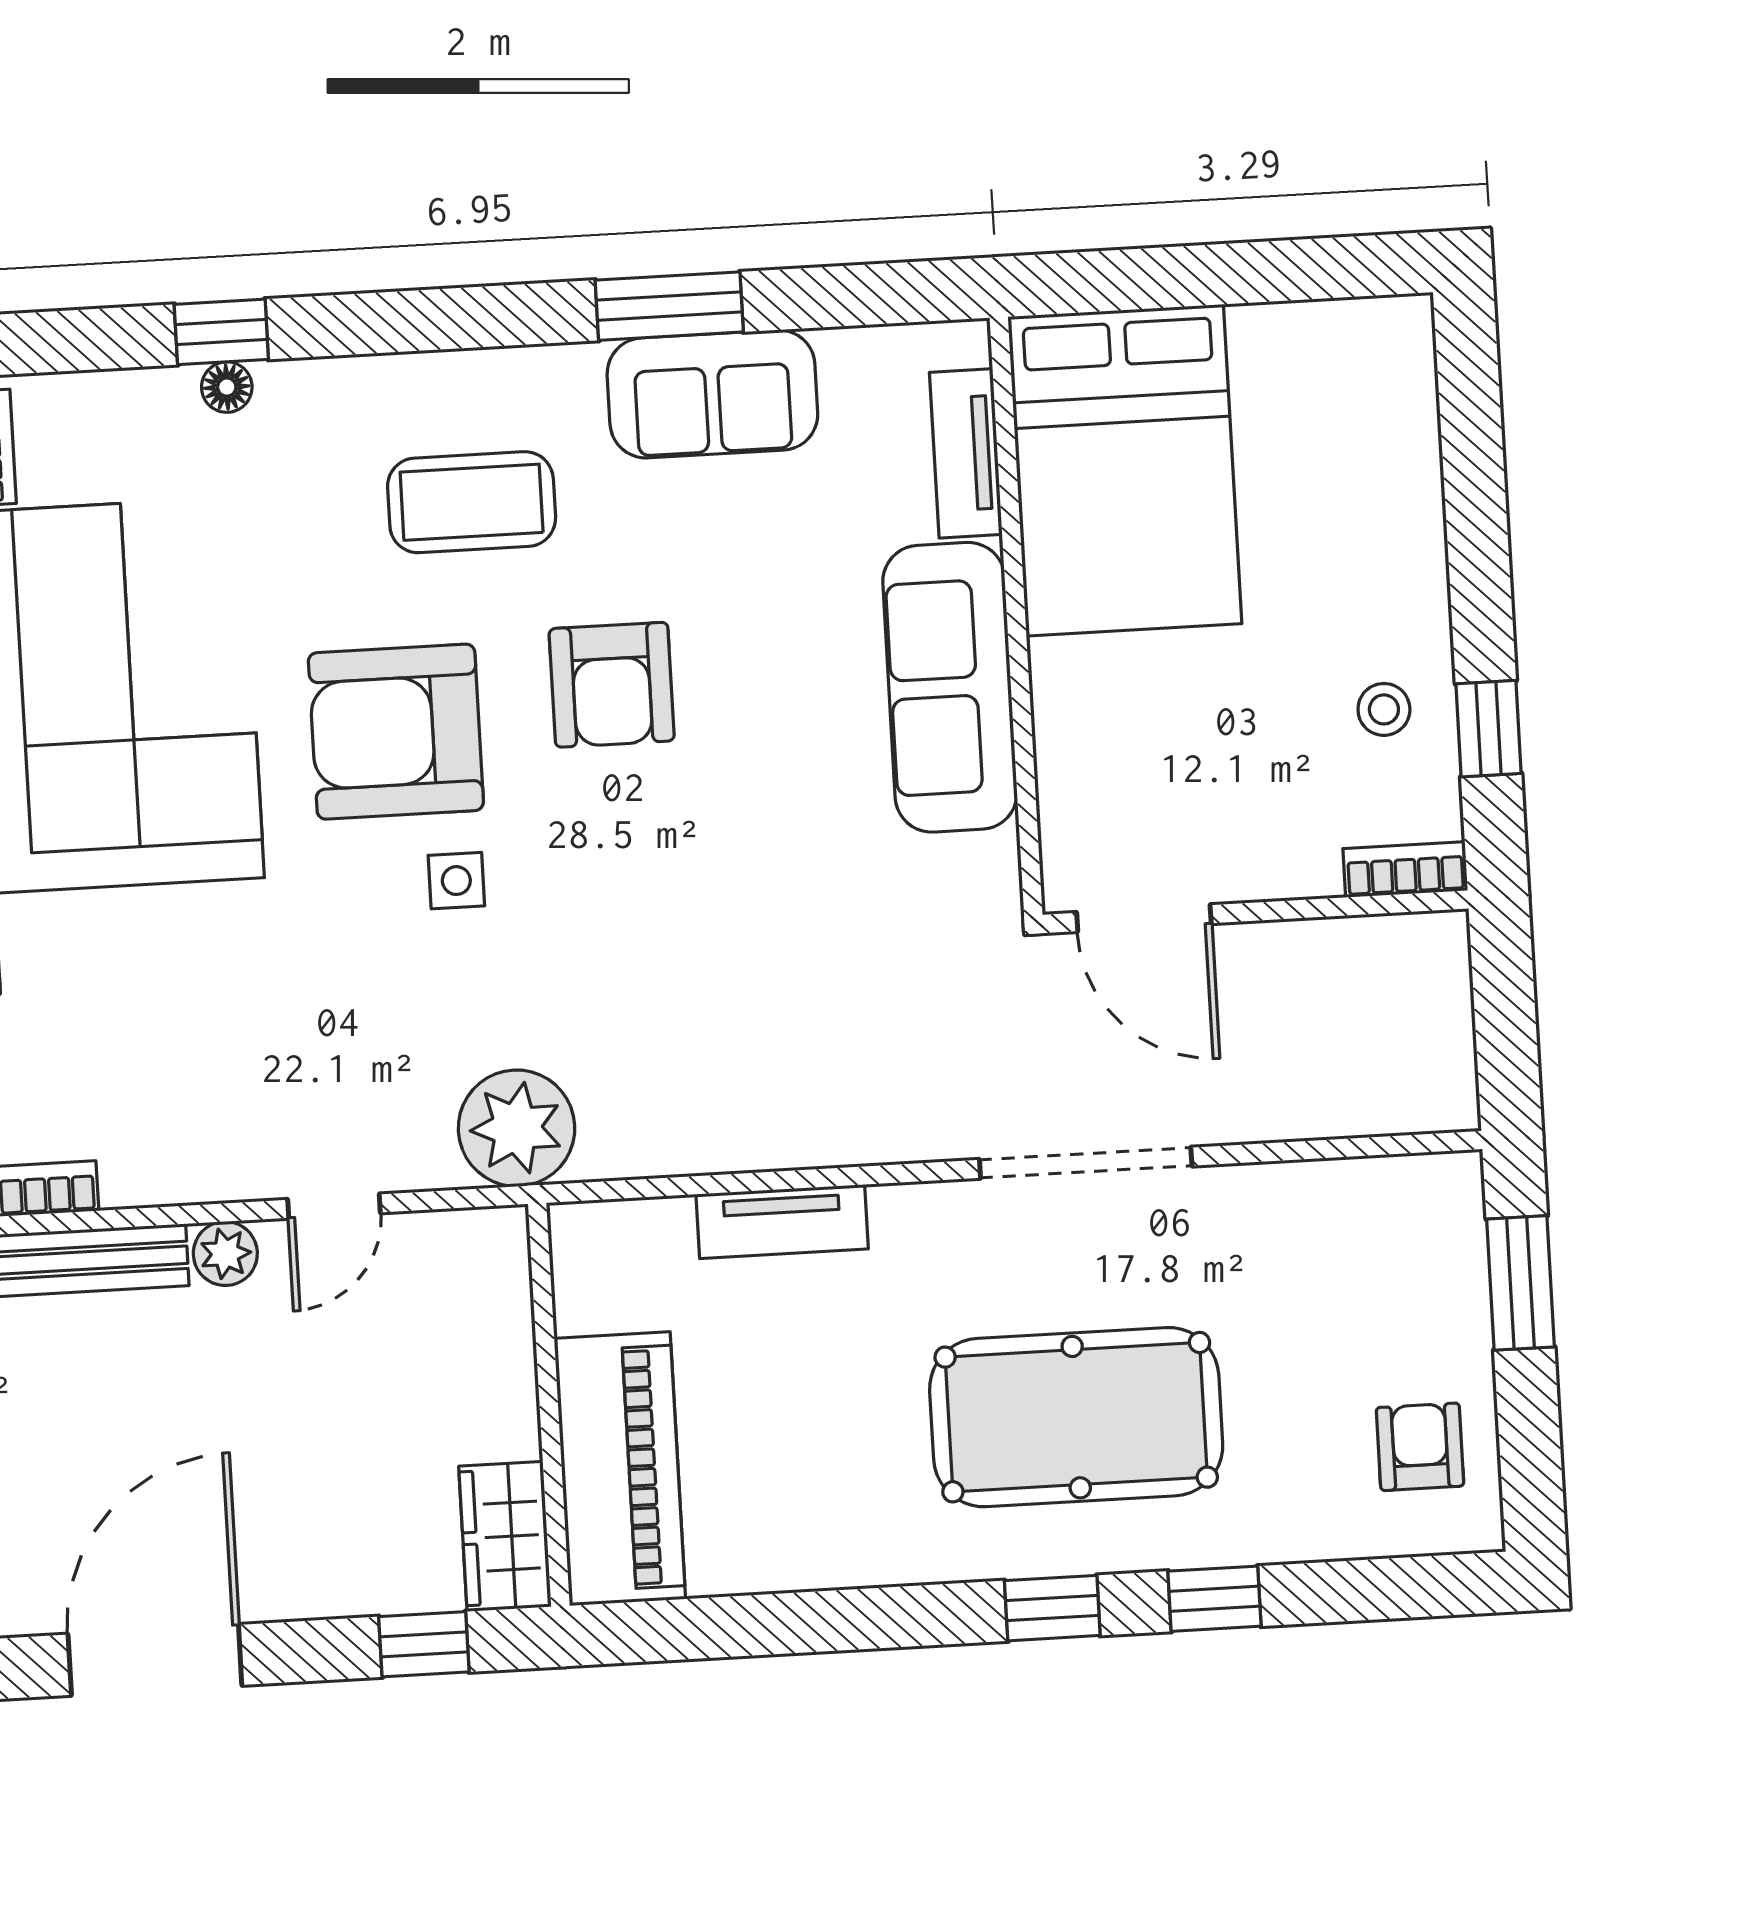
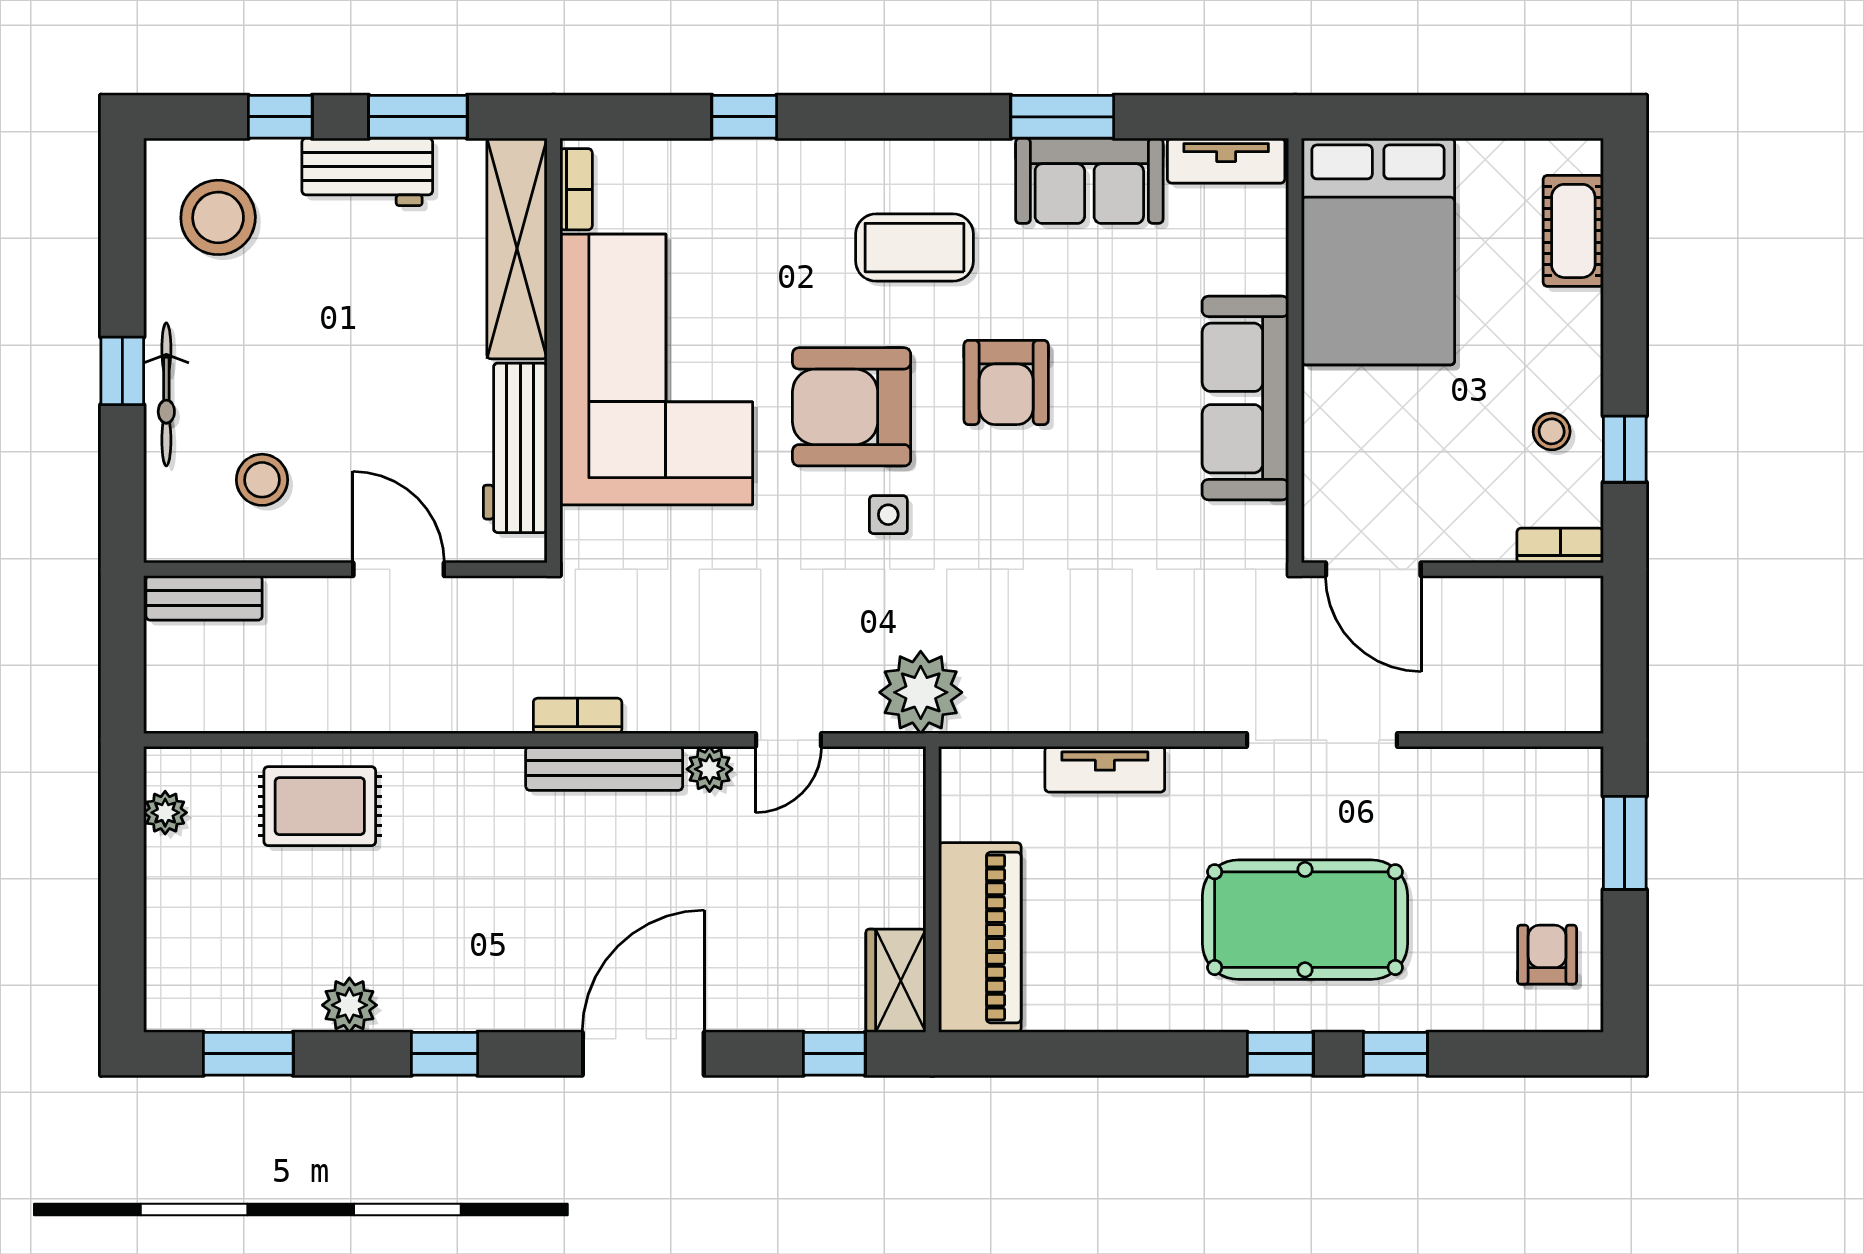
floor lamp: (227, 387) -> (746, 156), removed
cot: (1398, 425) -> (1573, 231), added
tv unit: (966, 453) -> (1226, 161), moved, turned -90

